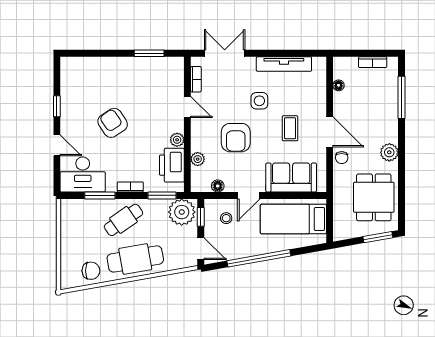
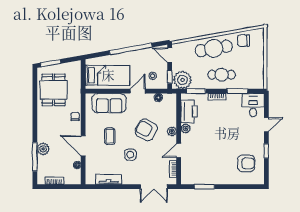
tv unit: (284, 64) -> (109, 179), width x0.71
door: (187, 107) -> (179, 151), hinge flipped
armchair: (113, 123) -> (246, 163), moved, turned -56
door: (330, 132) -> (83, 146), moved
armchair: (236, 138) -> (146, 130), turned -62
door: (57, 145) -> (266, 125), swing flipped
plant: (389, 152) -> (43, 149), moved
plant: (198, 159) -> (172, 131), moved
desk: (83, 174) -> (253, 105), width x0.73
cafe table: (123, 220) -> (222, 75), turned 35

